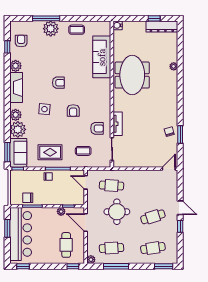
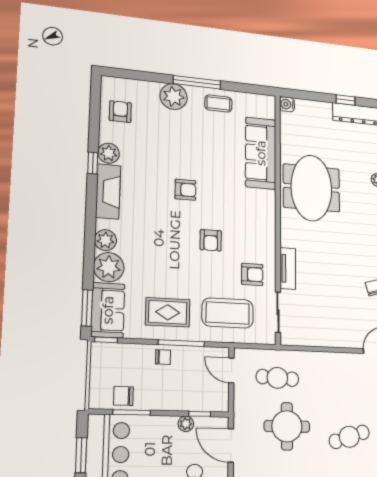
window: (46, 18) -> (197, 82), moved
window: (7, 47) -> (93, 163), moved
side table: (44, 109) -> (159, 234), removed
coffee table: (83, 151) -> (228, 313), width x1.86, depth x1.72

